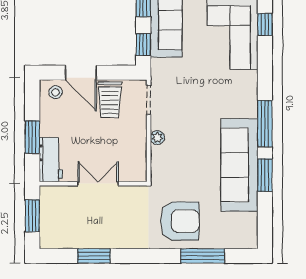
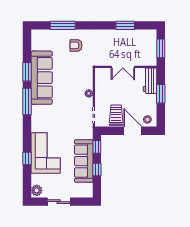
armchair: (180, 221) -> (76, 45), width x0.53, depth x0.53

